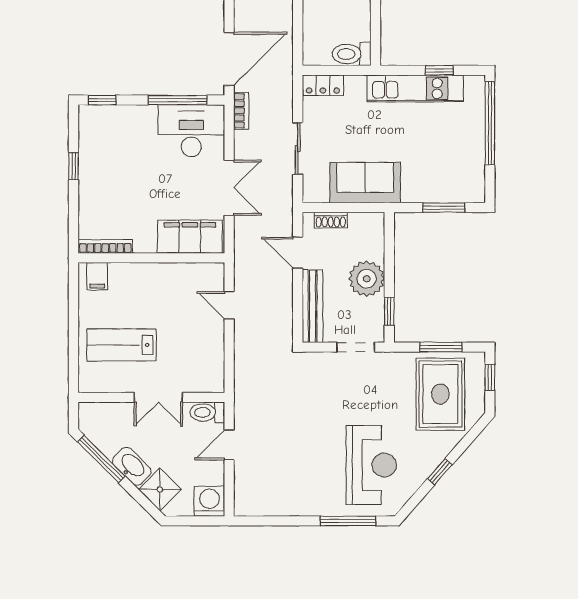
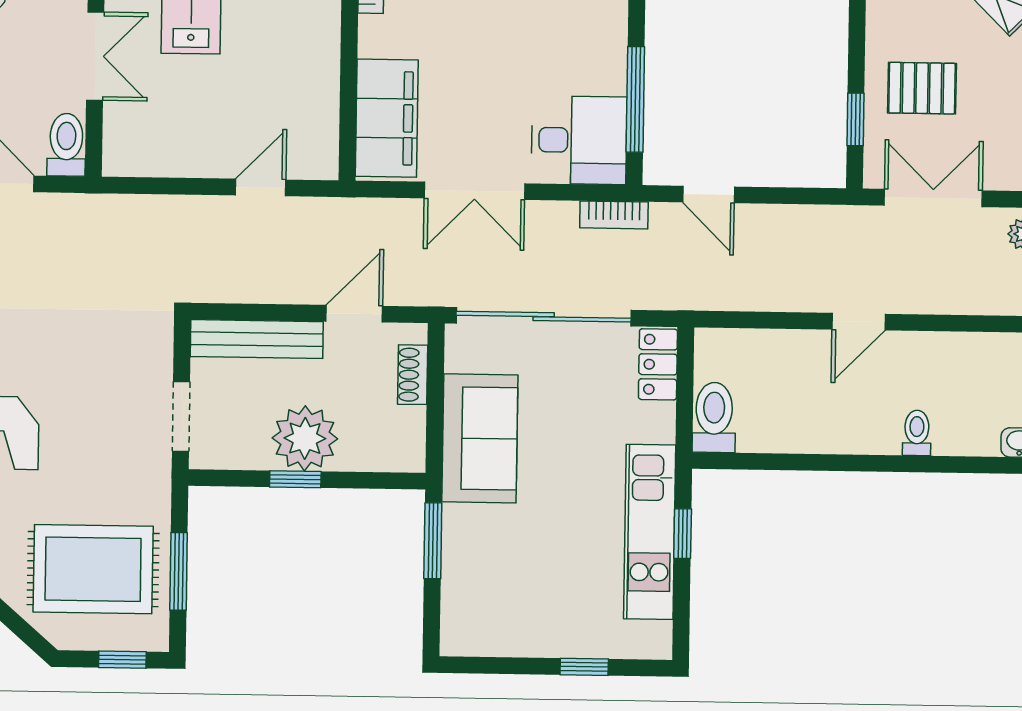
door: (229, 59) -> (709, 194), width x0.53
window: (439, 70) -> (683, 534), moved
window: (490, 123) -> (584, 667), width x0.32
desk: (191, 131) -> (579, 140), width x0.73
sliding door: (298, 149) -> (544, 317), width x1.86
window: (444, 208) -> (433, 541), moved
window: (389, 311) -> (295, 479), moved
double door: (158, 397) -> (95, 56), swing flipped

